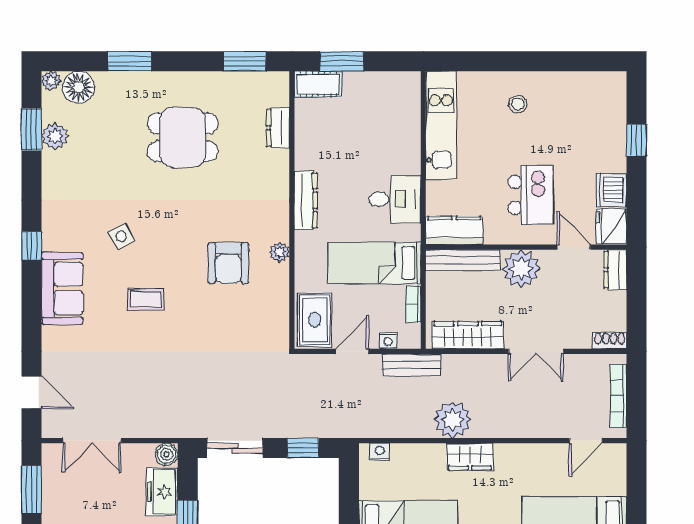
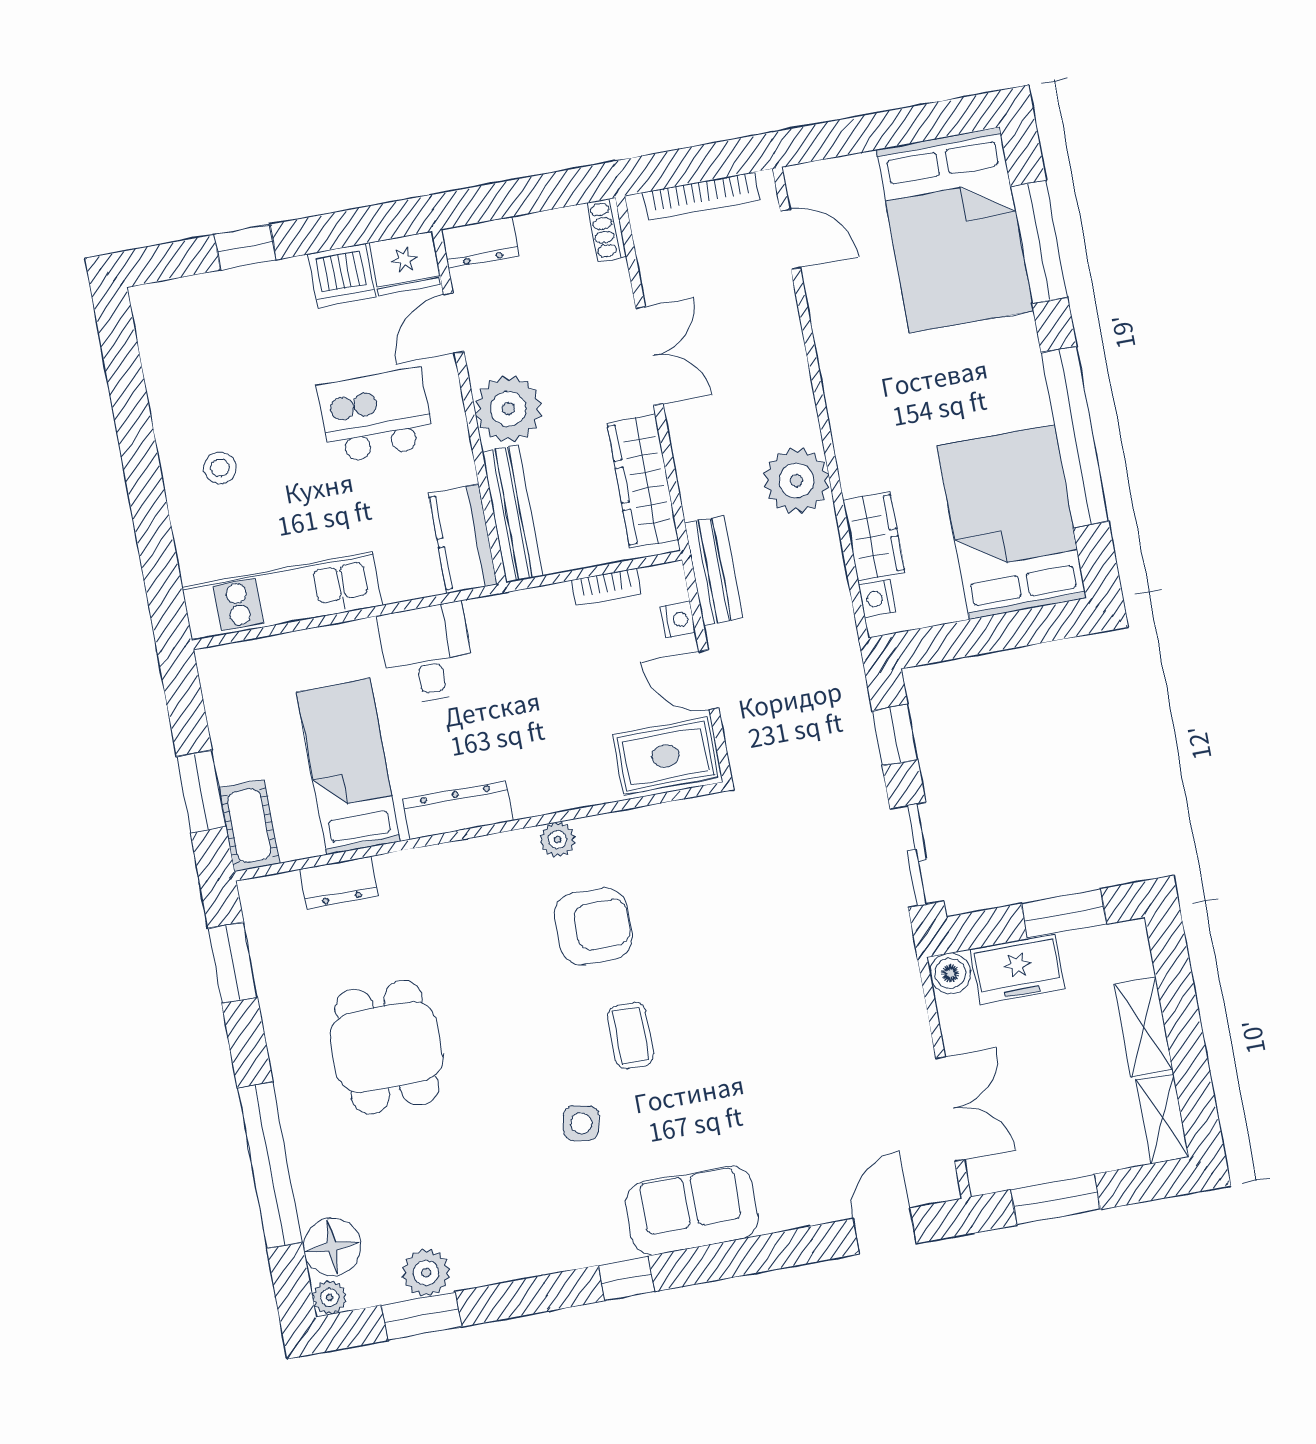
window: (130, 61) -> (270, 1165), width x2.11
side table: (121, 236) -> (581, 1123), turned 37
bed: (374, 263) -> (348, 767), moved, turned 180
coffee table: (146, 299) -> (631, 1036), moved
wardrobe: (470, 456) -> (874, 536), moved

